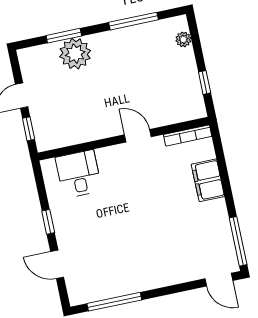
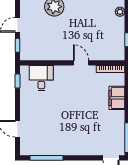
window: (48, 222) -> (17, 81), moved

